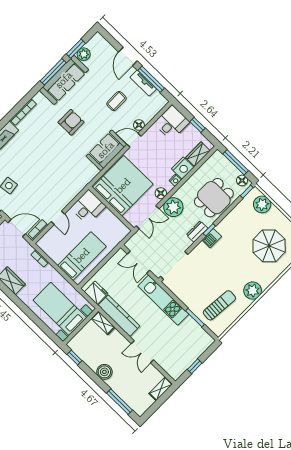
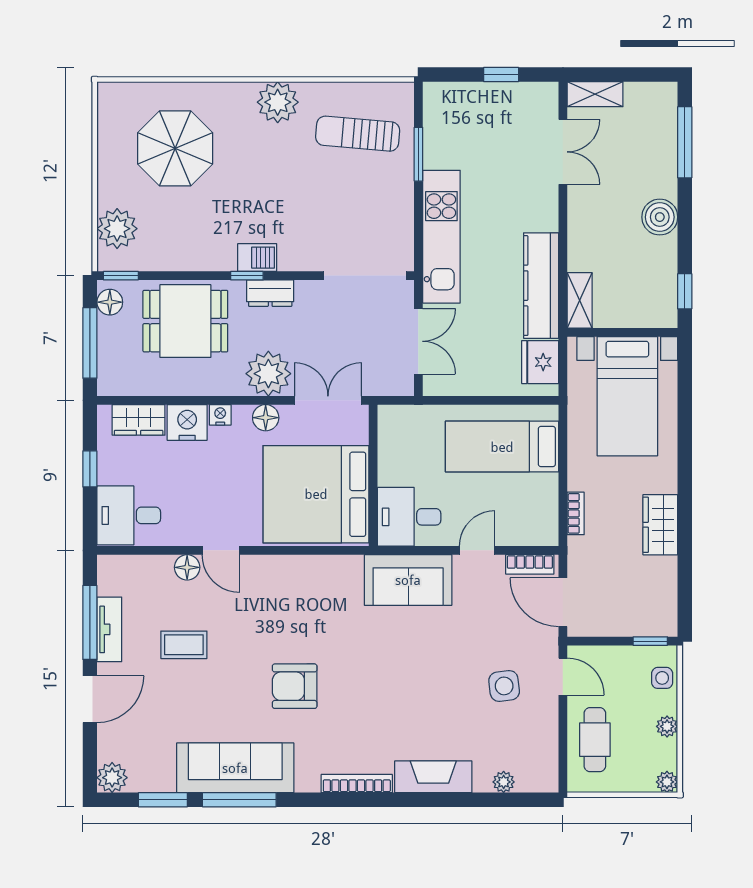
plant: (84, 54) -> (112, 778), moved
sofa: (106, 150) -> (408, 580), moved
double door: (142, 352) -> (563, 152), moved

